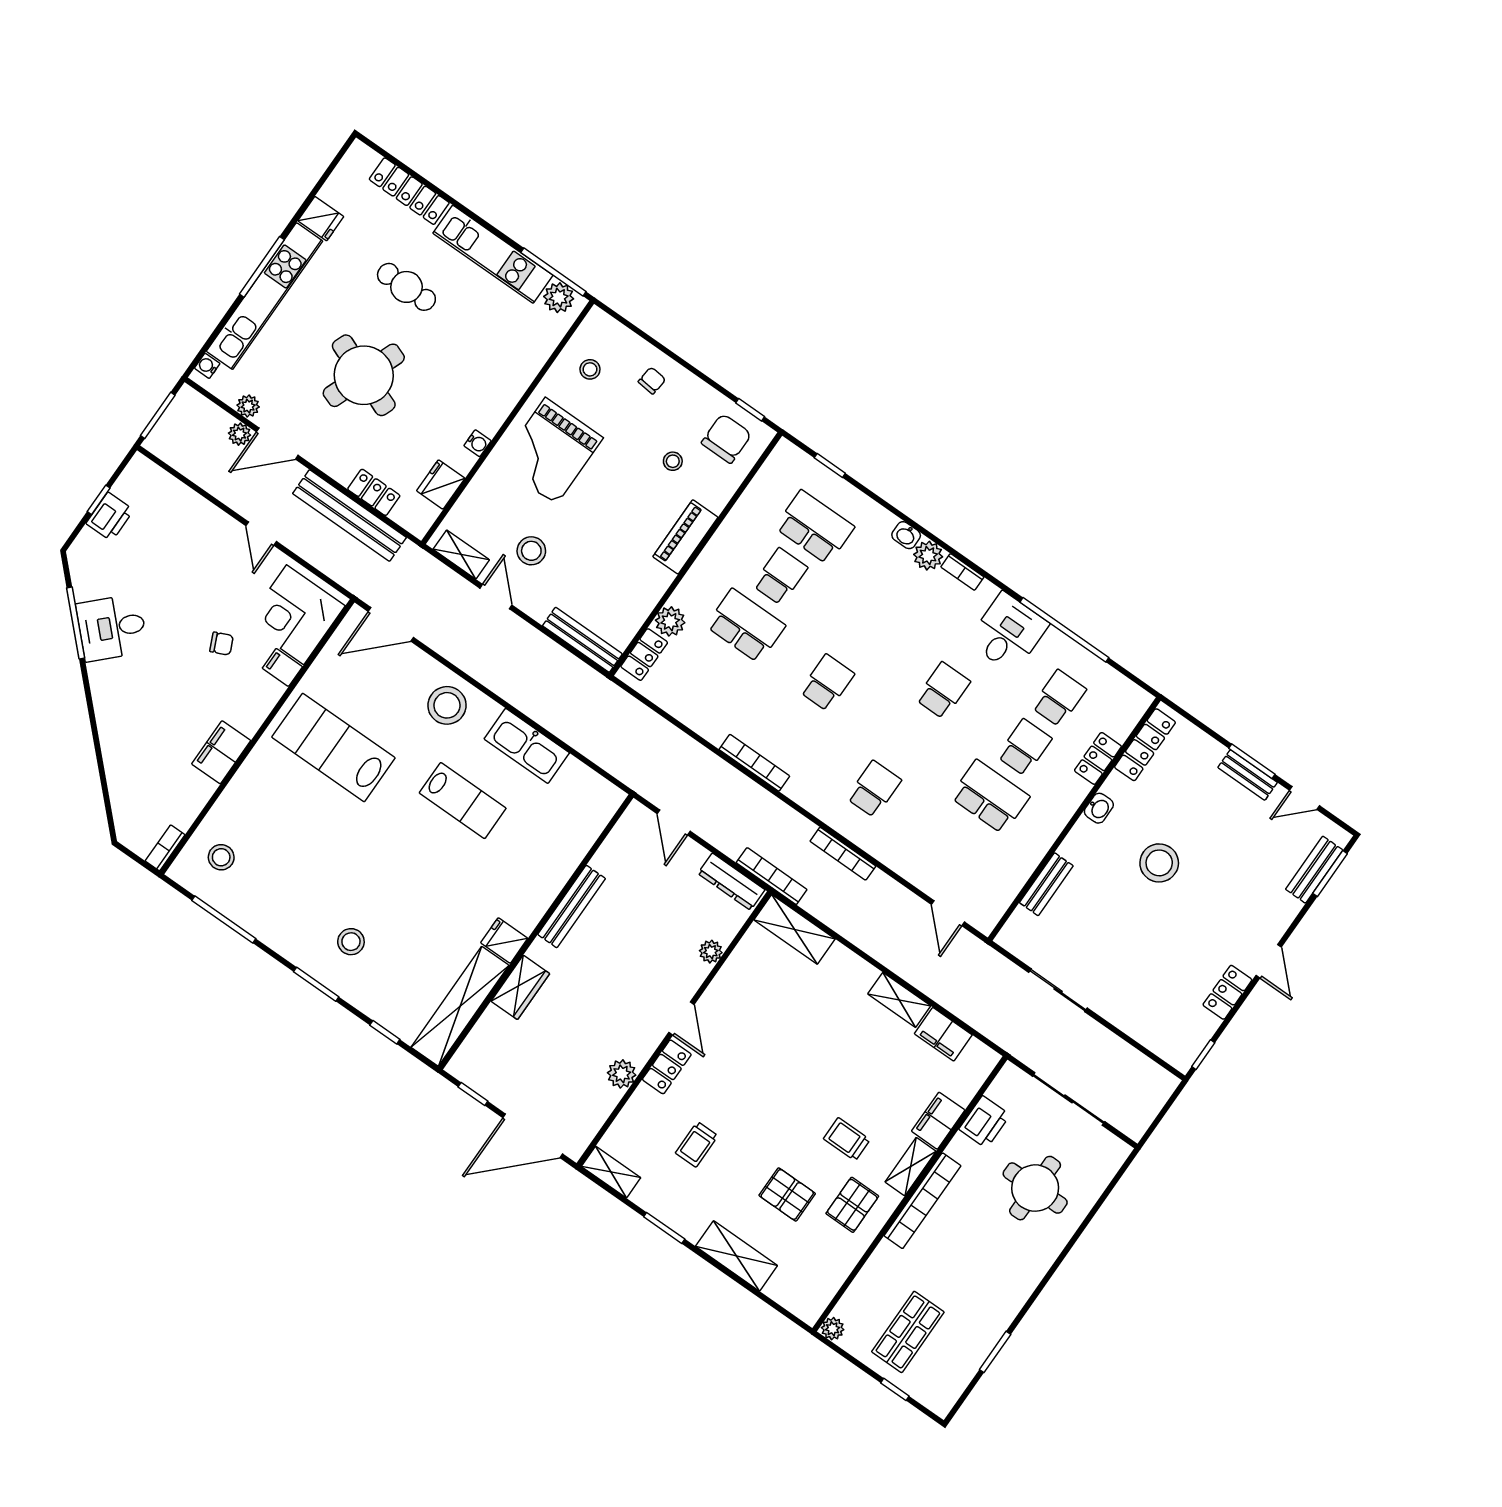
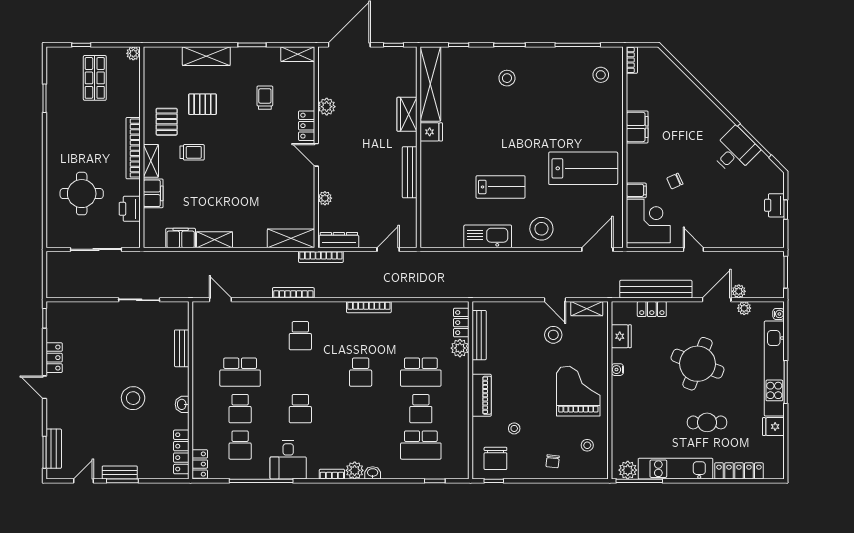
bench: (582, 640) -> (479, 335), moved, turned 90
locker: (1098, 758) -> (200, 464), moved
lab bench: (463, 801) -> (501, 187), turned 180
door: (674, 822) -> (388, 249), hinge flipped

